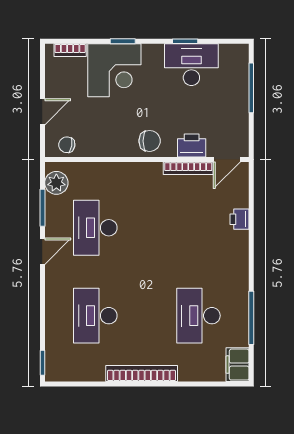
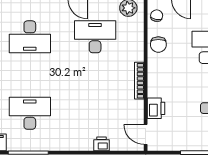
chair: (150, 141) -> (158, 45), moved
bookcase: (188, 168) -> (139, 81), moved
desk: (95, 316) -> (30, 37), turned 180

